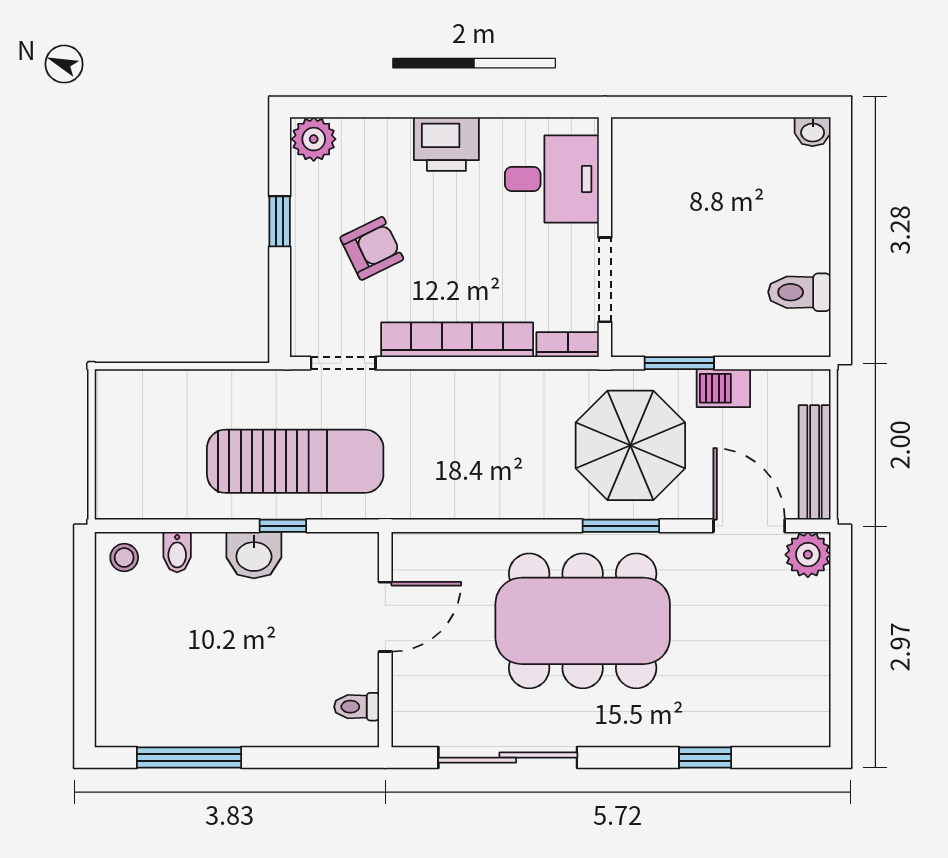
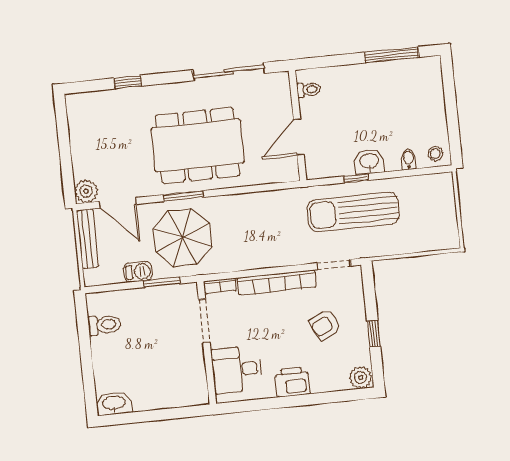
washbasin: (813, 132) -> (114, 403), width x1.91, depth x1.45

